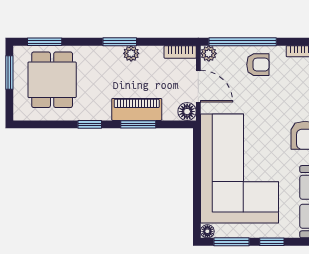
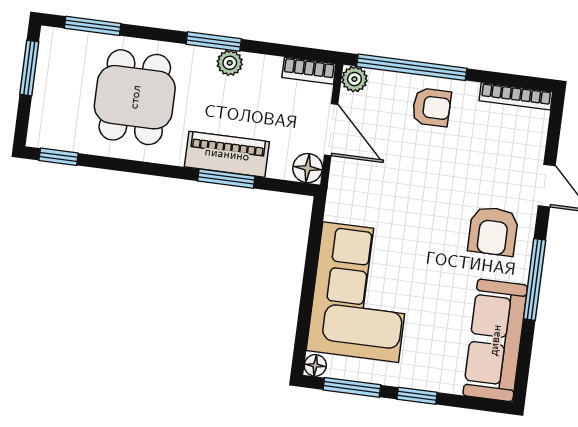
dining table: (52, 80) -> (135, 97), moved
window: (90, 124) -> (59, 157), moved
corner sofa: (240, 168) -> (361, 292), width x0.73, depth x0.74

